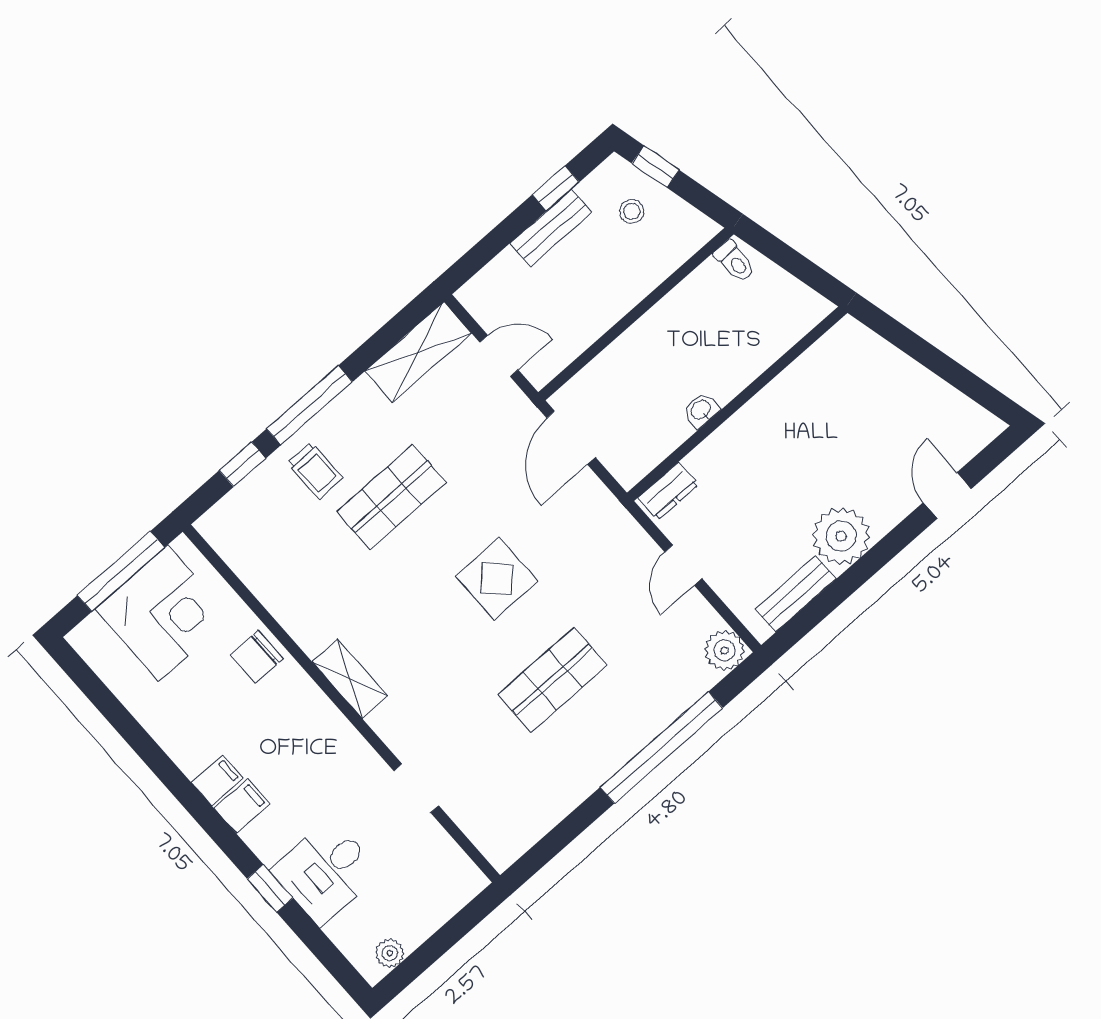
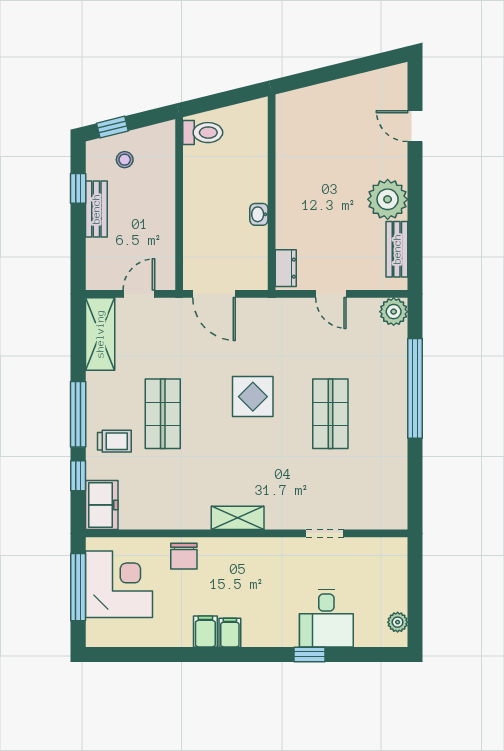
toilet: (735, 261) -> (203, 133), width x1.37, depth x1.39
freezer: (233, 518) -> (102, 505), added
filing cabinet: (242, 806) -> (205, 631), moved

